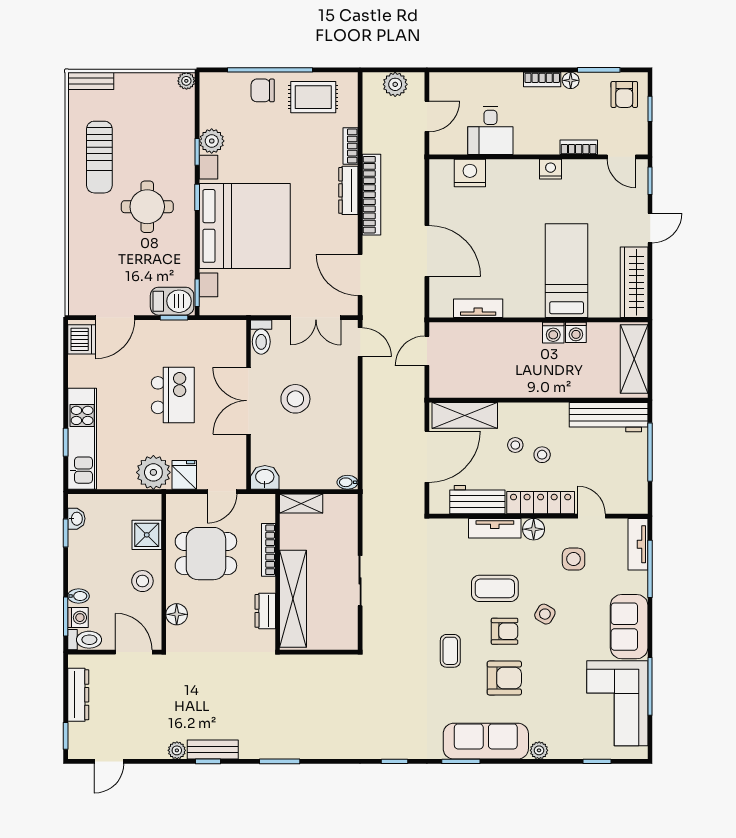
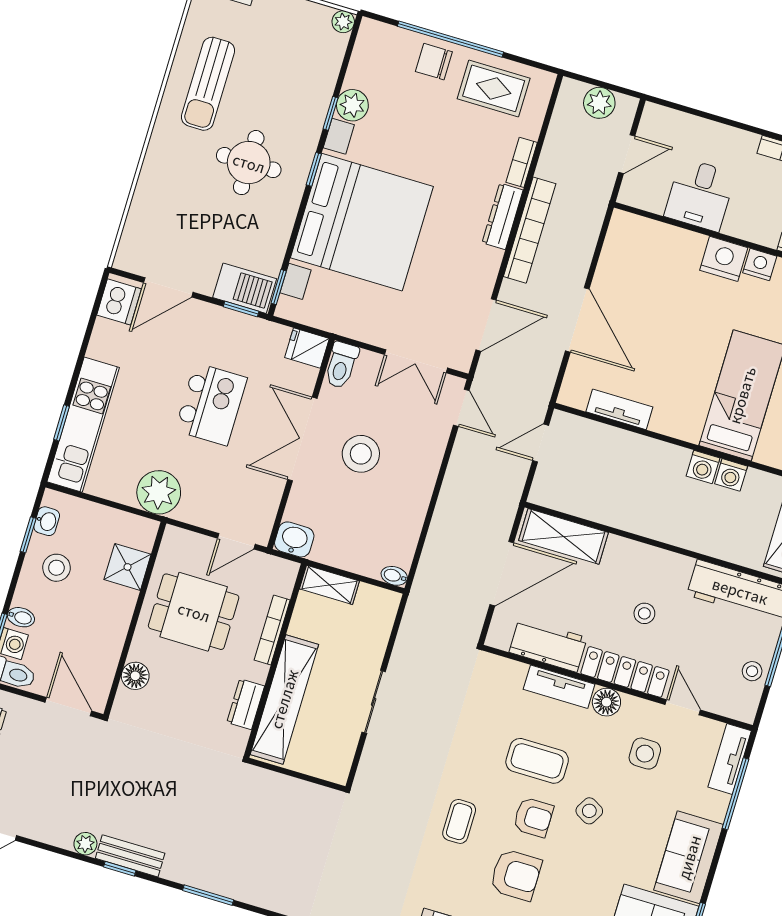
nightstand: (470, 173) -> (724, 259), moved
door: (360, 275) -> (486, 325), swing flipped
stool: (515, 445) -> (752, 671), moved
fridge: (184, 475) -> (307, 348), moved, turned -90
stool: (142, 581) -> (56, 568), moved

